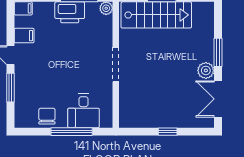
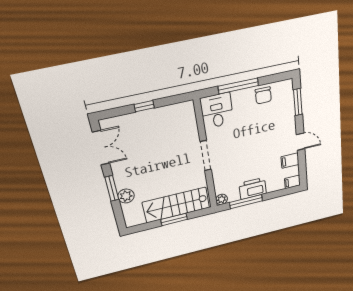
plant: (206, 70) -> (126, 196), moved
window: (10, 88) -> (298, 102), moved
desk: (84, 111) -> (217, 111), moved

